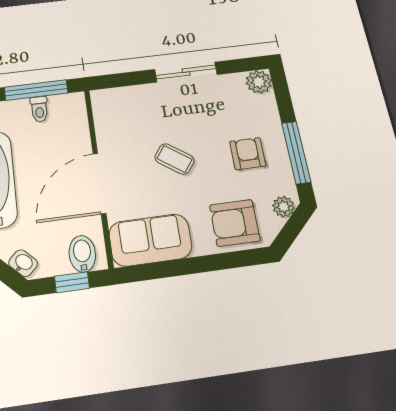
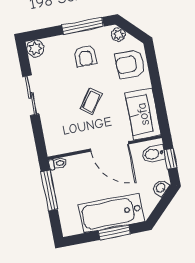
toilet: (39, 109) -> (58, 164), moved
armchair: (248, 154) -> (85, 56), turned -90
armchair: (235, 223) -> (130, 64), turned 90

